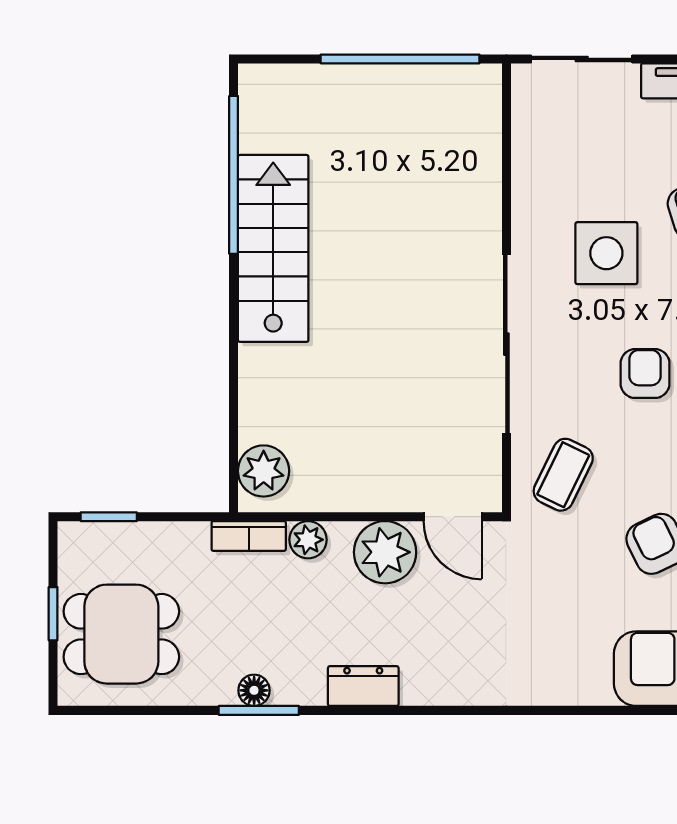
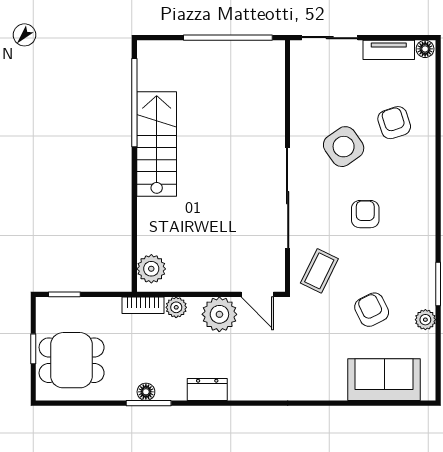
side table: (606, 253) -> (344, 147), turned -35

